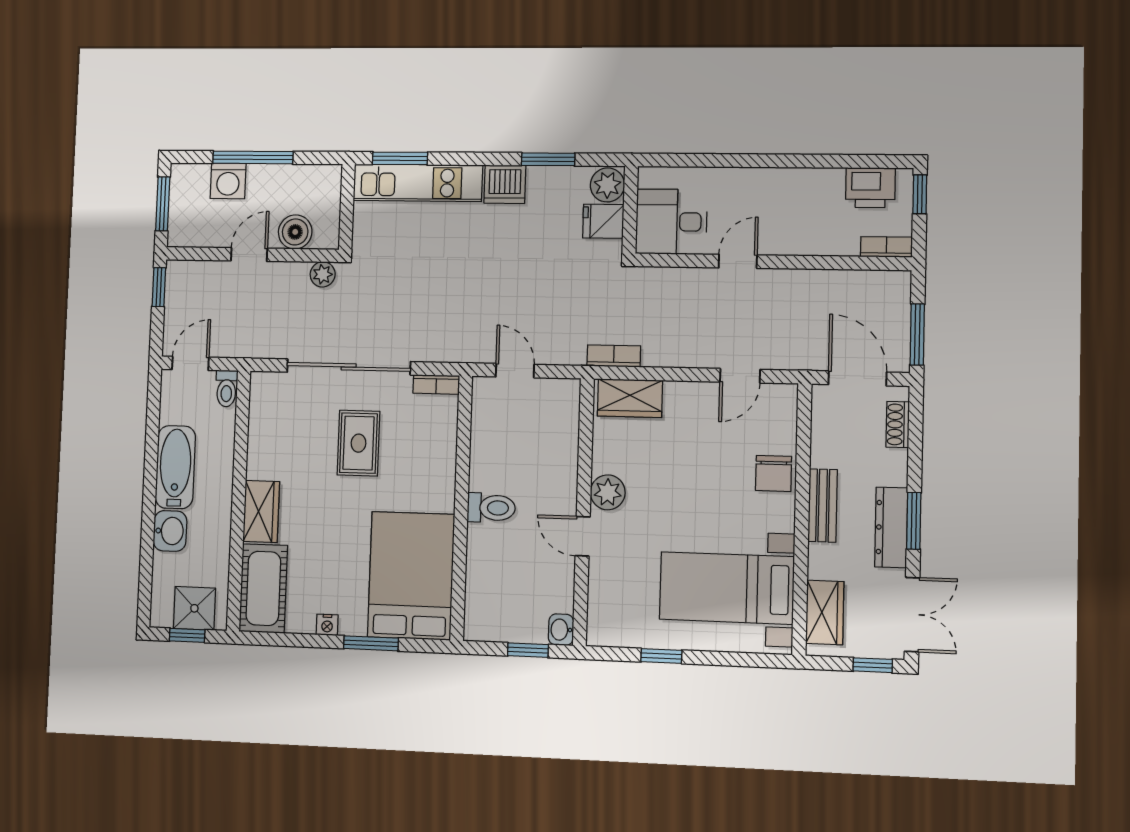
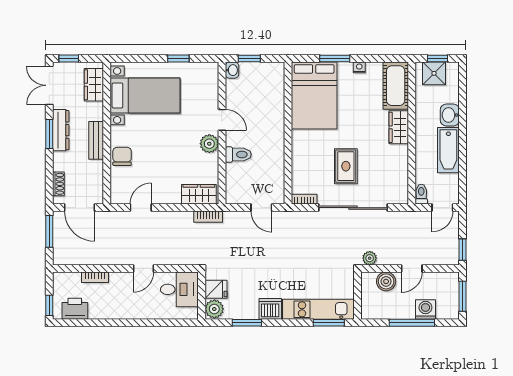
bookcase: (886, 247) -> (95, 277), moved
toilet: (491, 508) -> (238, 155), moved, turned 180

